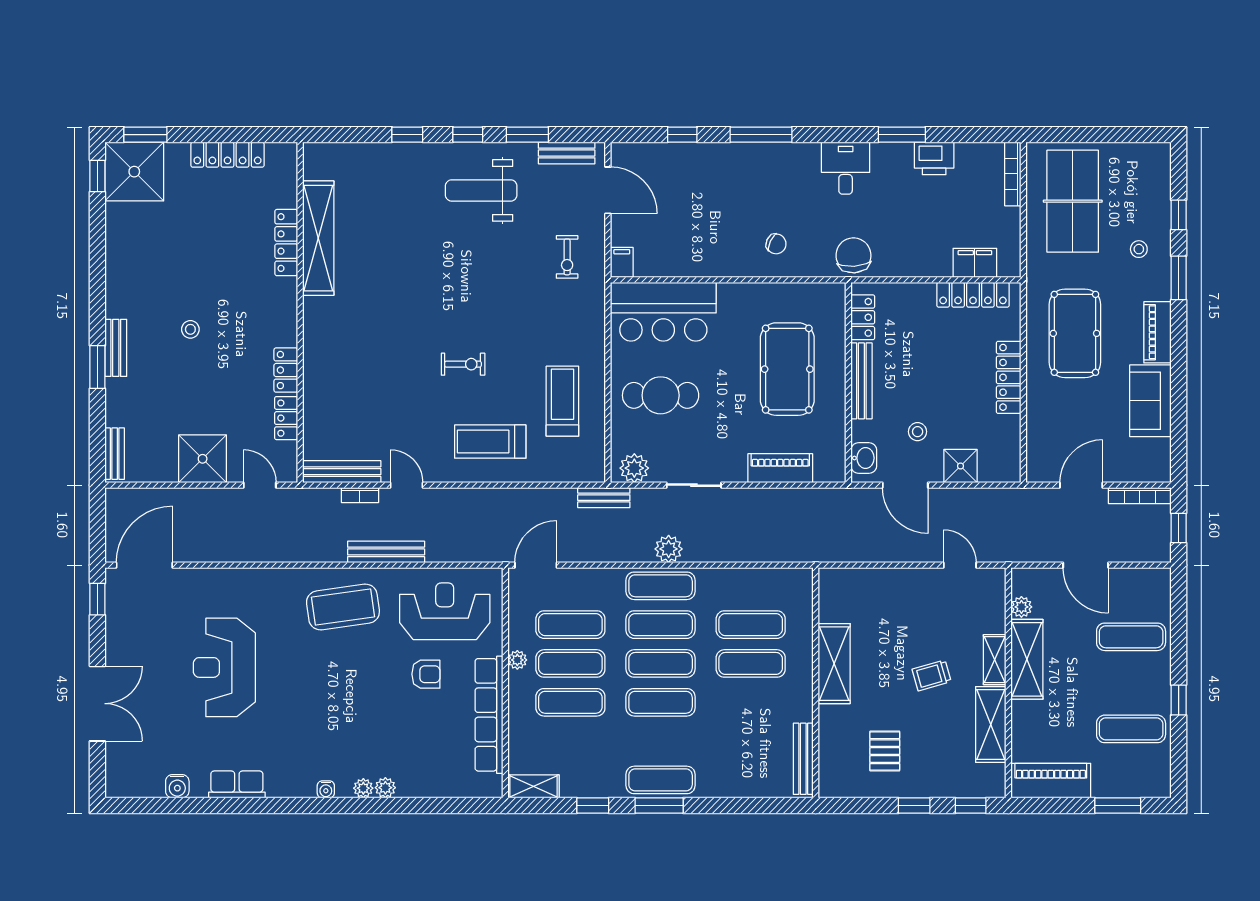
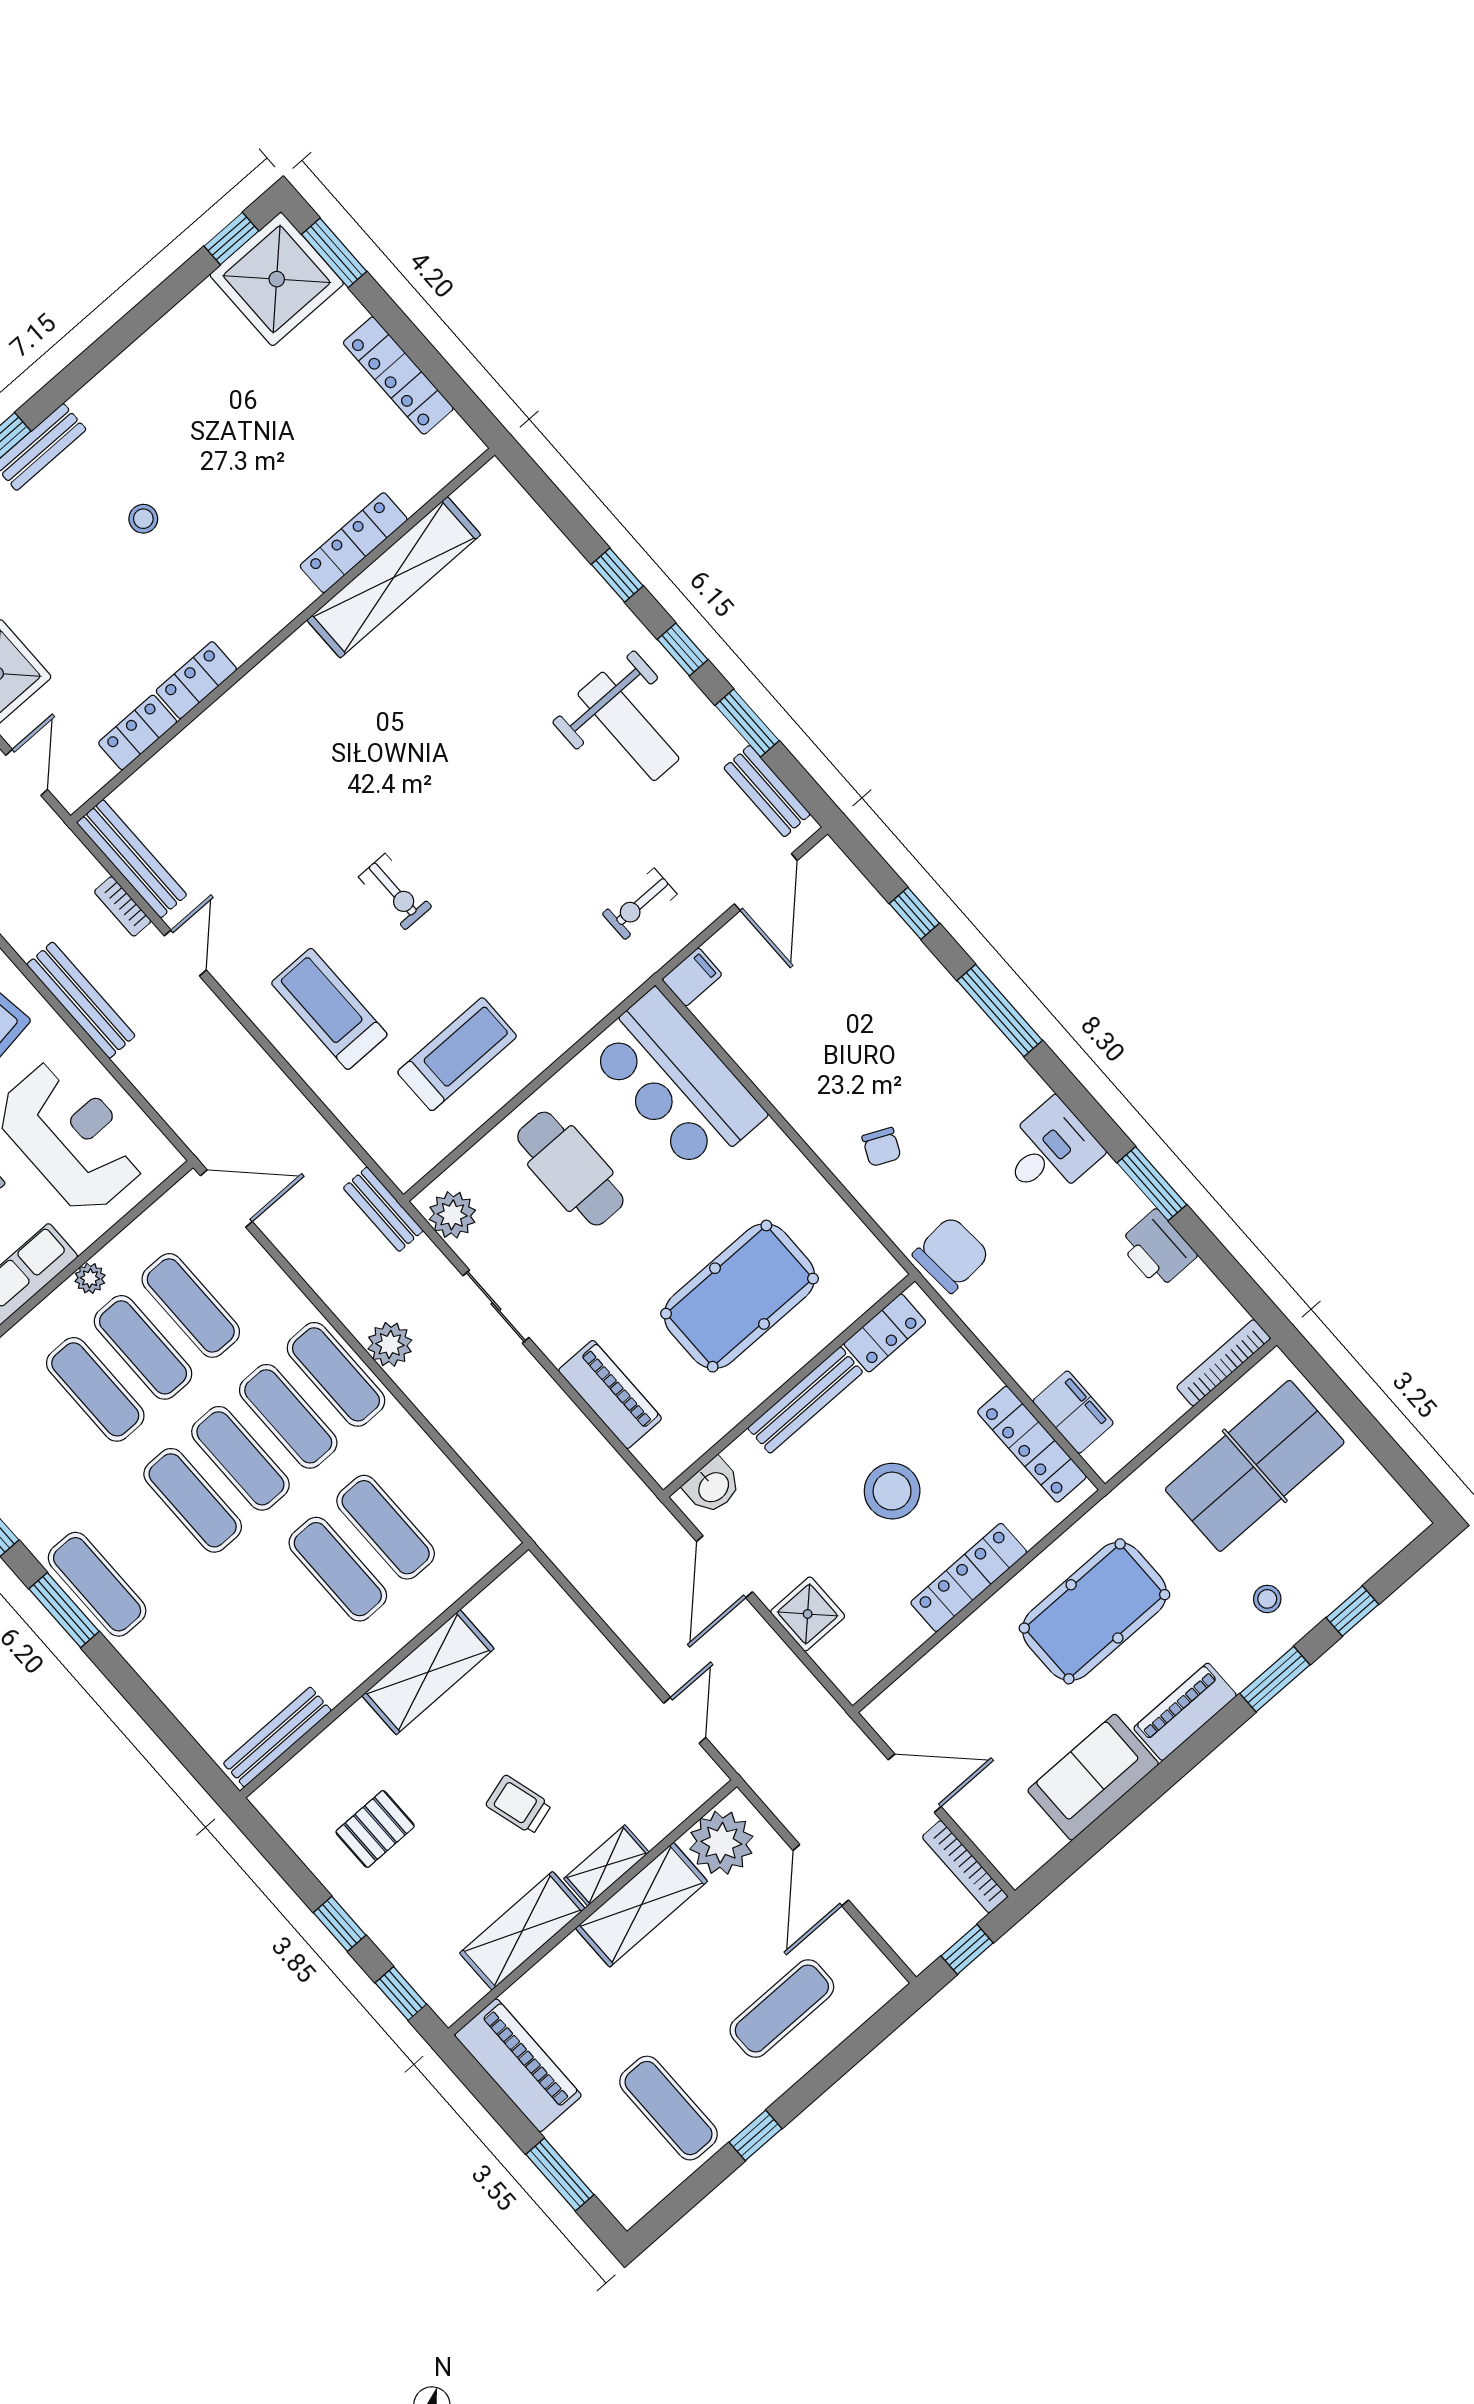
weight bench: (481, 190) -> (628, 726), turned 180
stool: (918, 432) -> (892, 1491), moved, width x1.89, depth x1.89
plant: (1021, 607) -> (721, 1843), width x1.87, depth x1.87
exercise mat: (1131, 637) -> (782, 2008), turned 90

